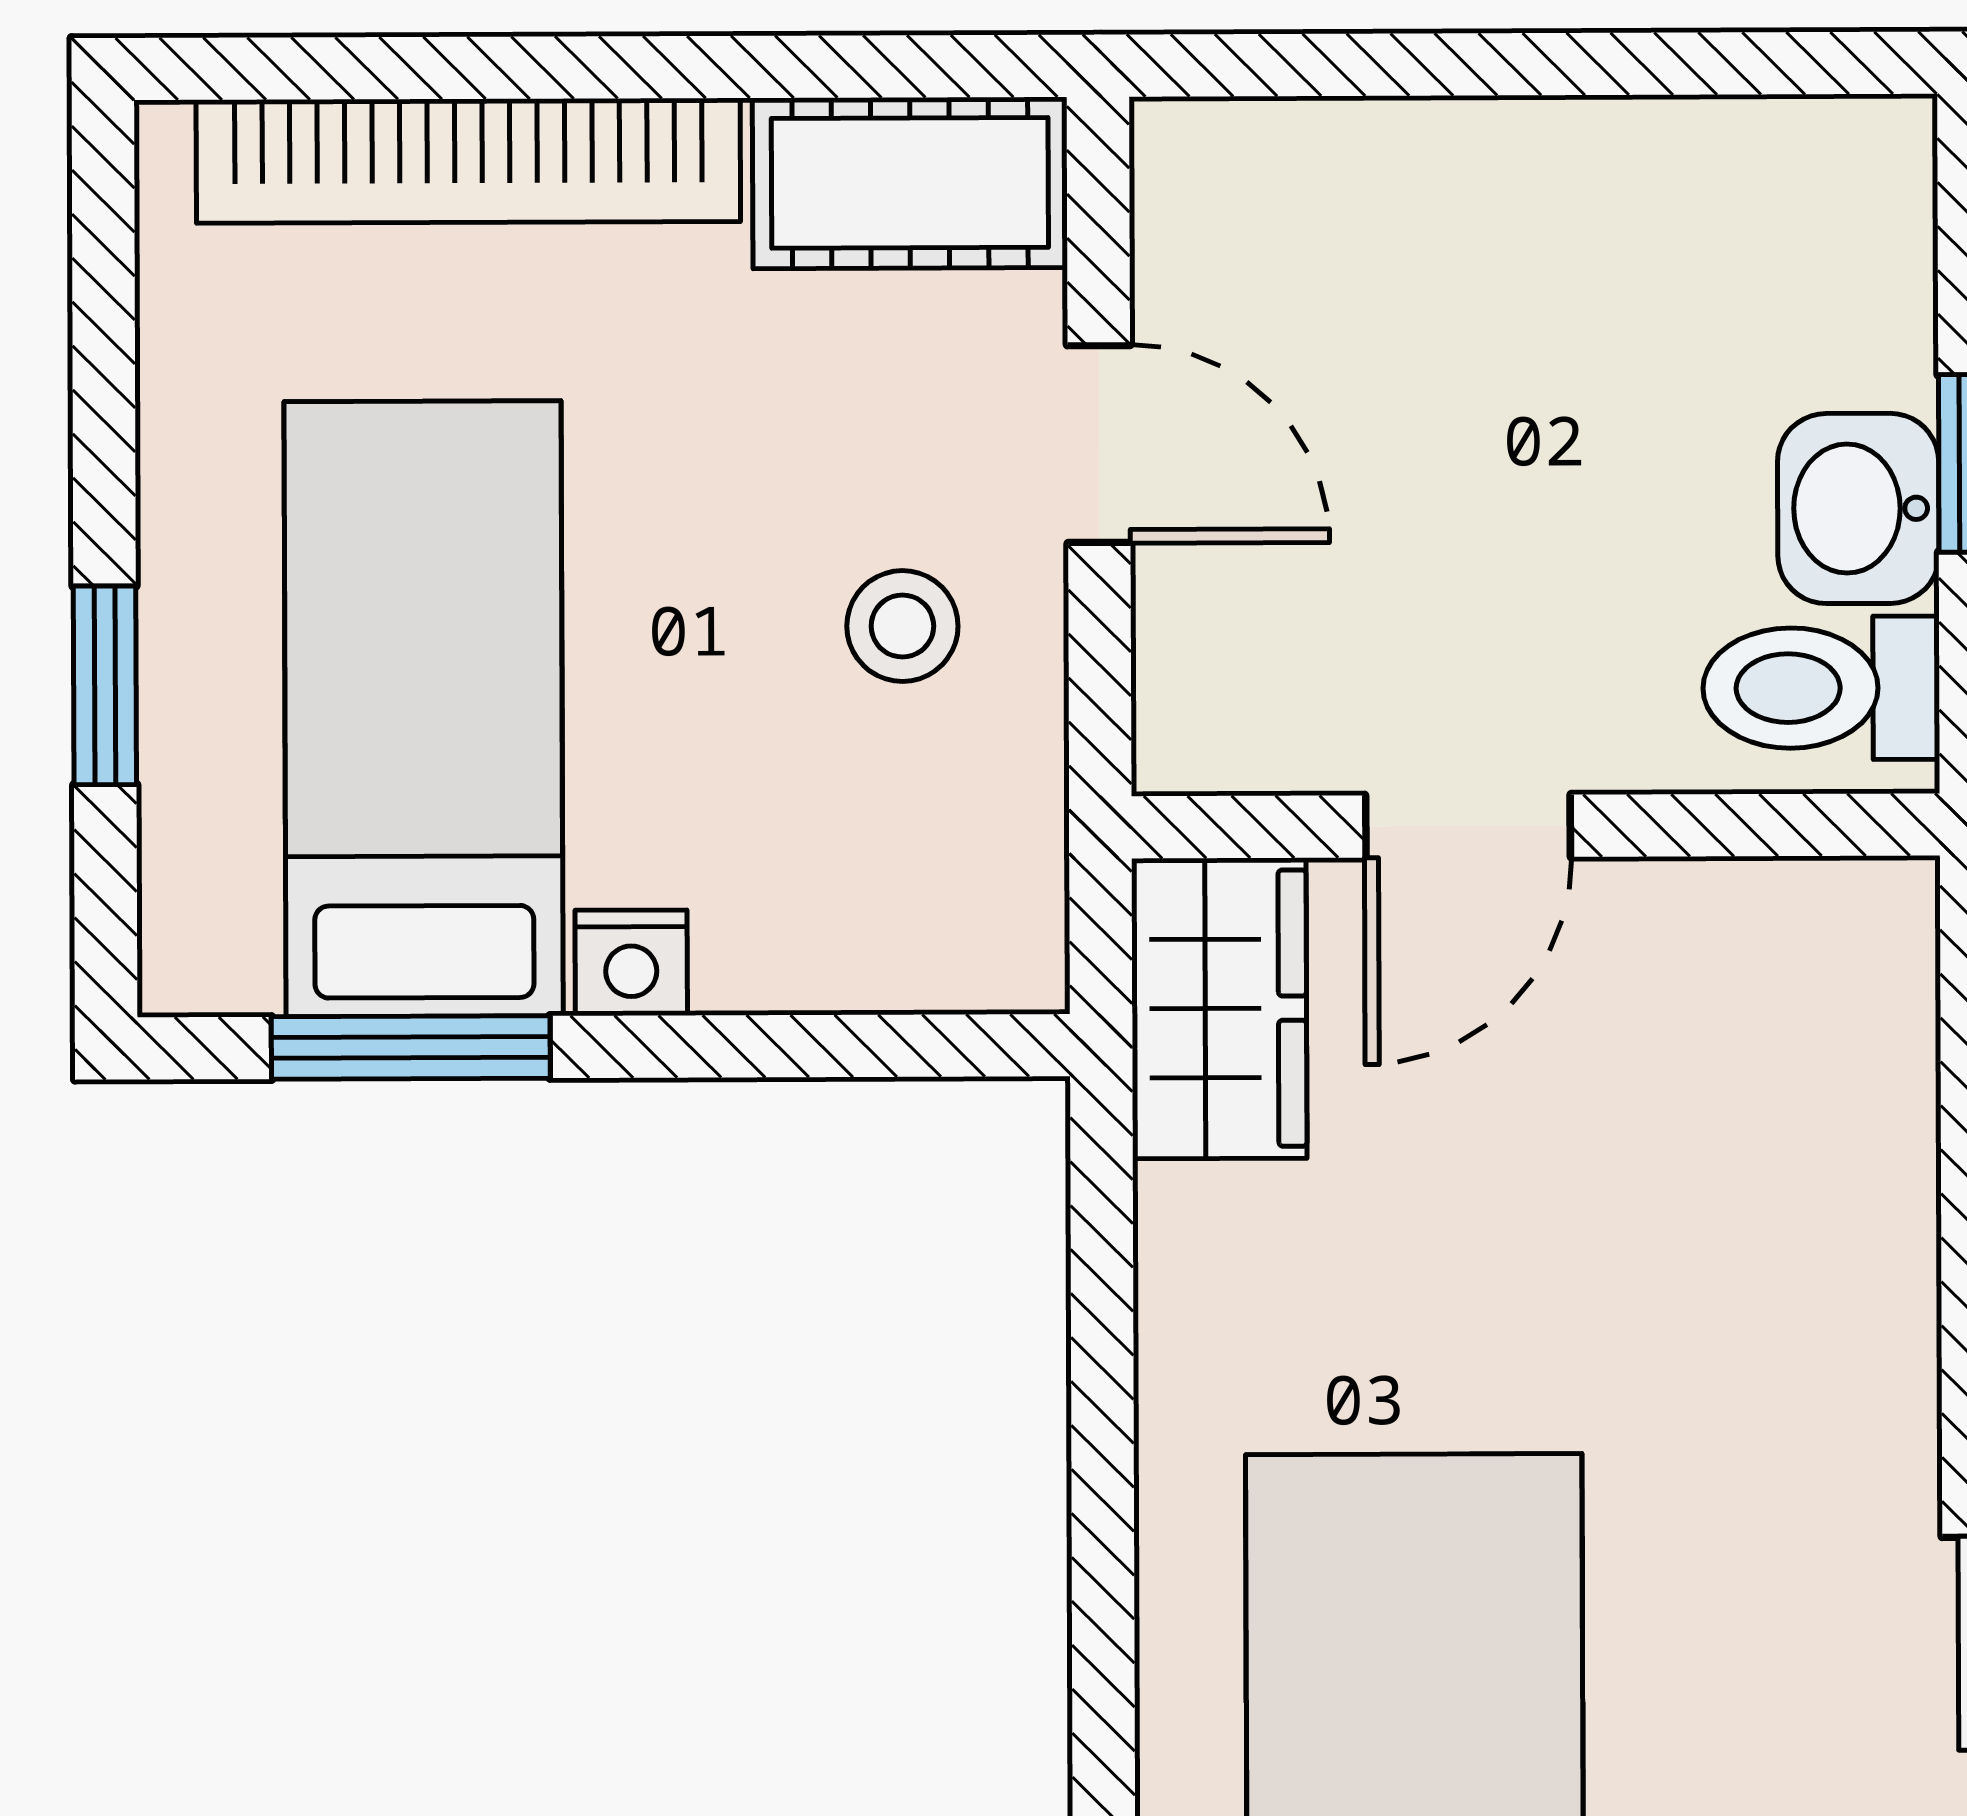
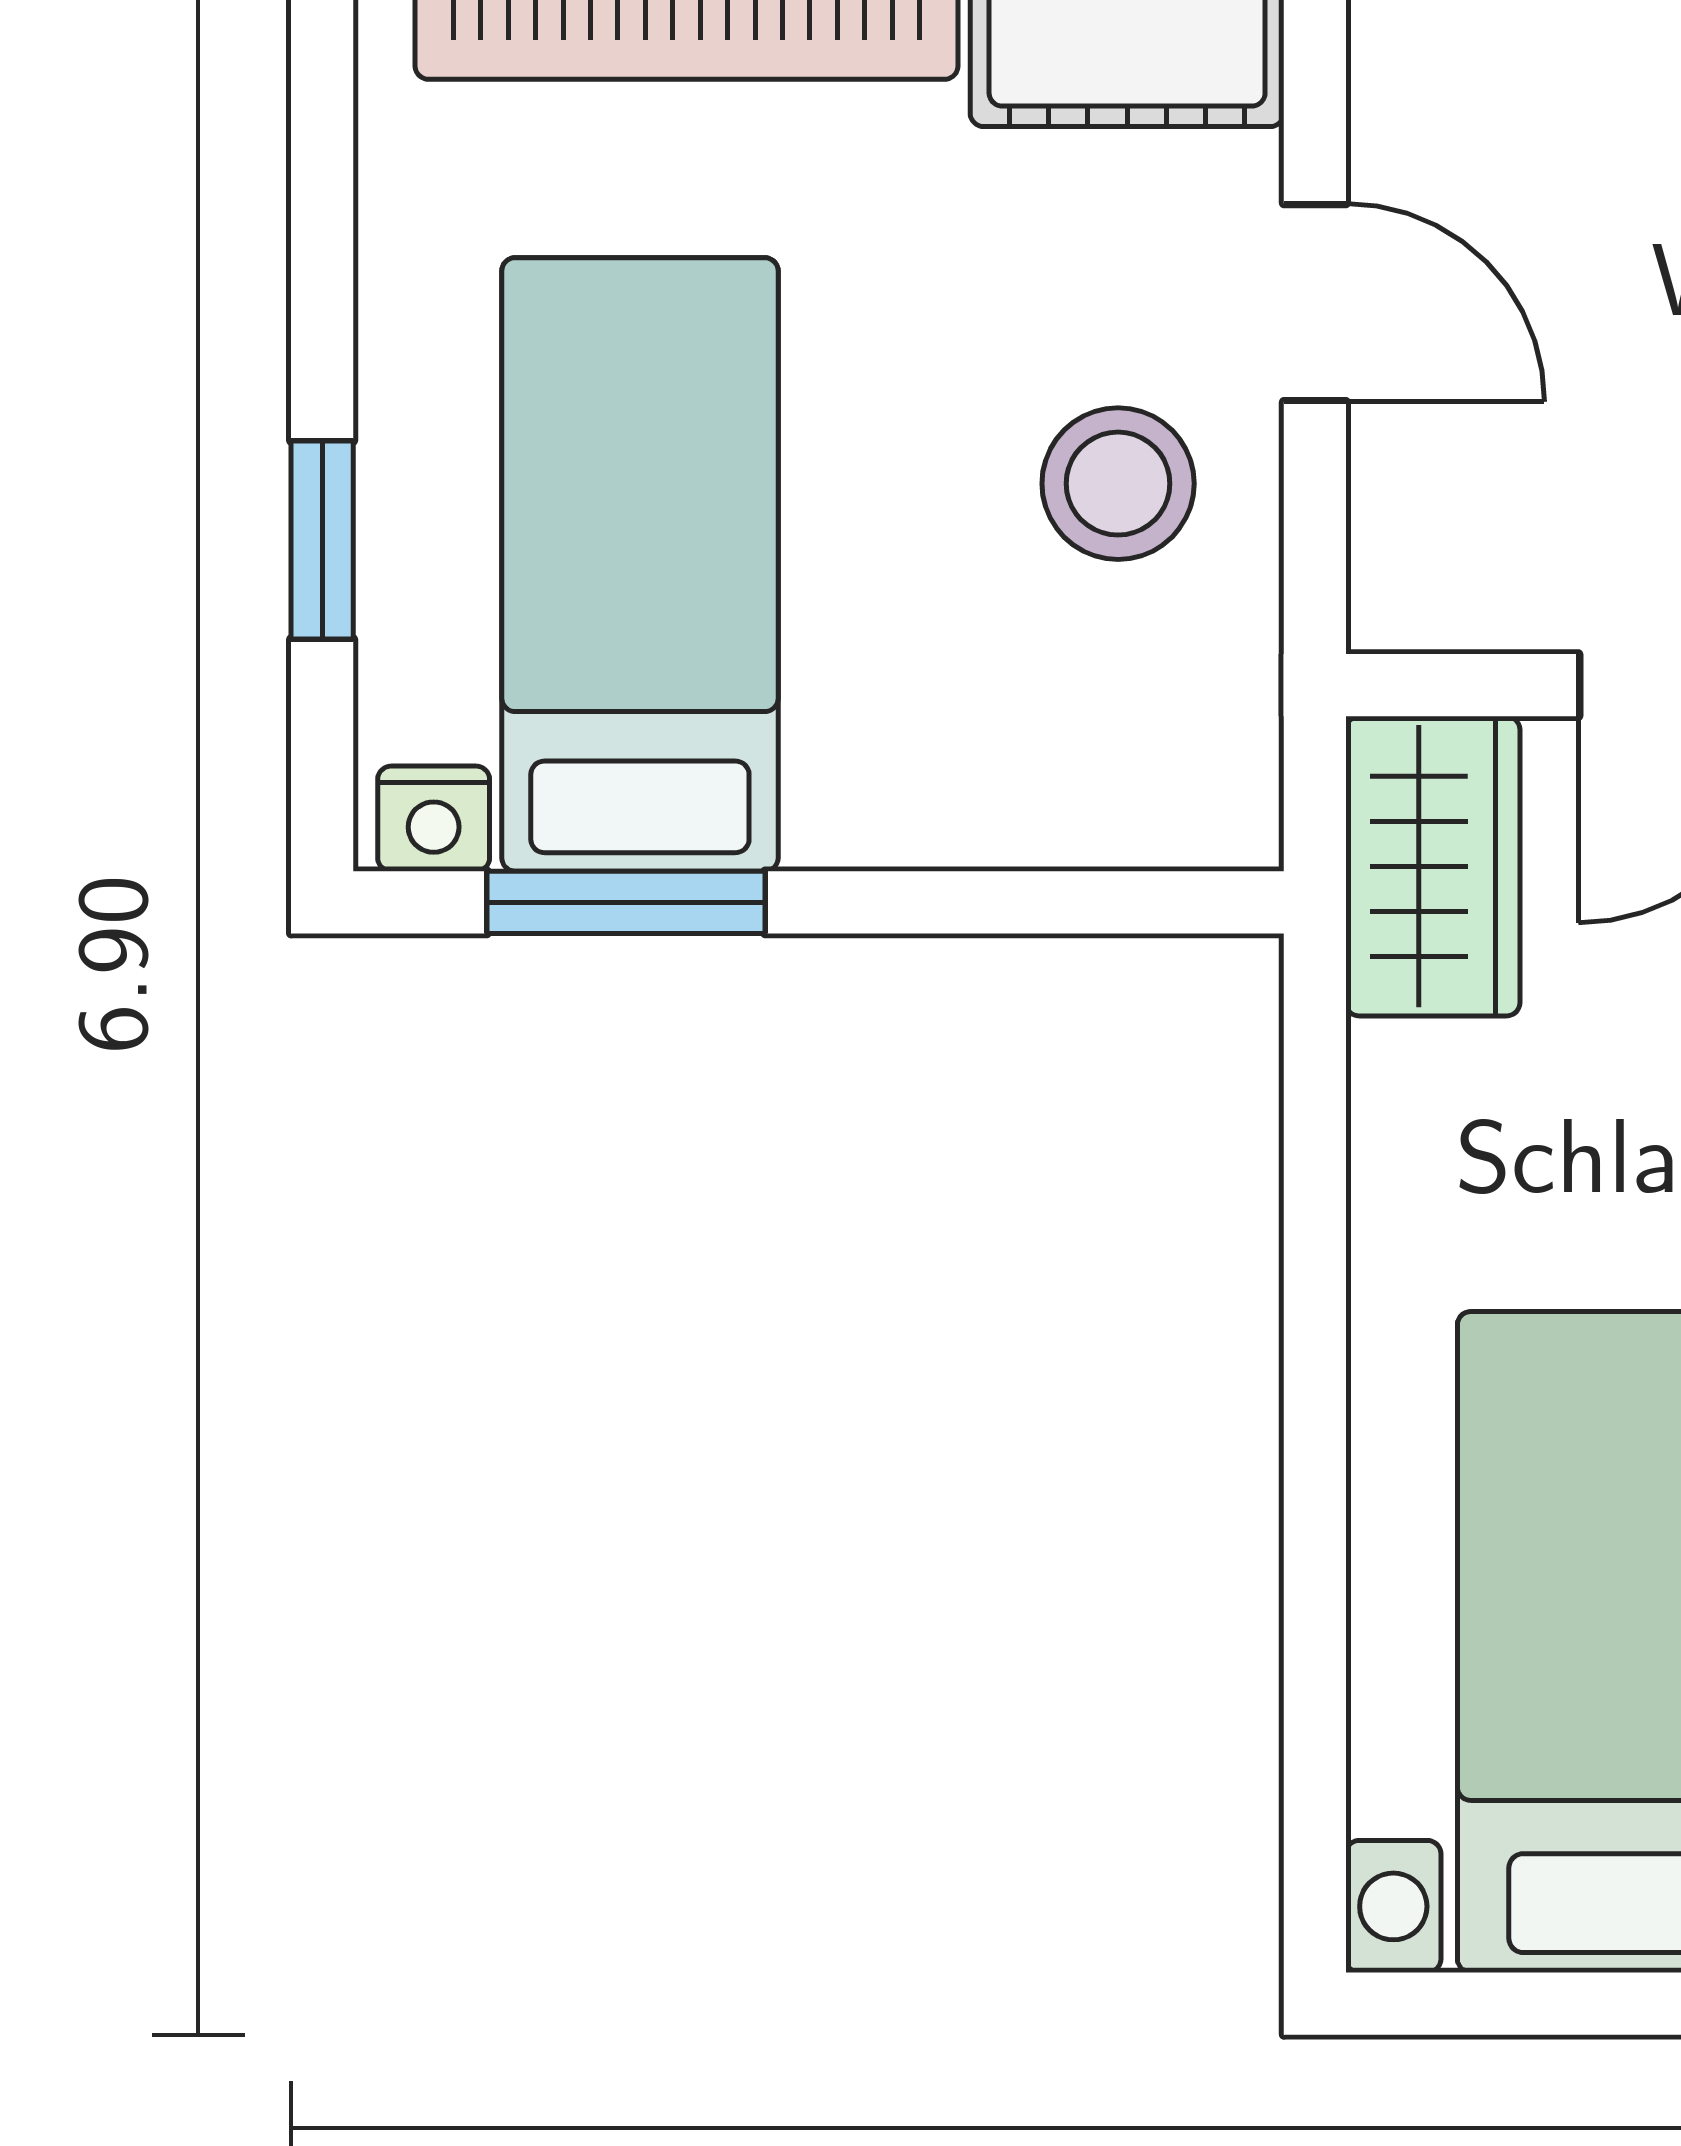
stool: (902, 626) -> (1118, 484), width x1.37, depth x1.37
nightstand: (631, 963) -> (434, 819), moved

